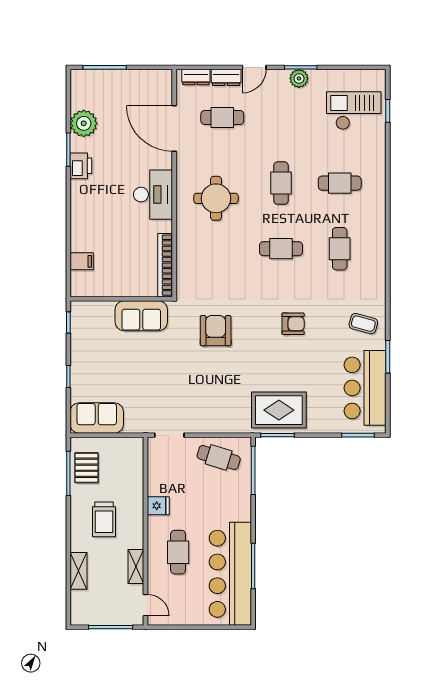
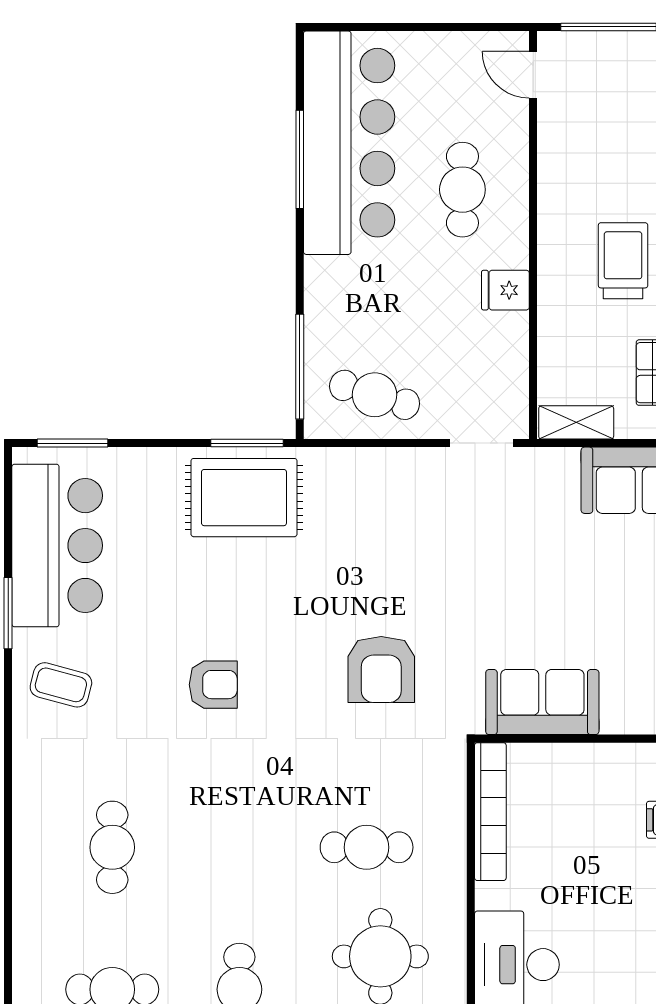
cafe table: (281, 249) -> (367, 847), moved
armchair: (293, 324) -> (213, 685), turned 180
shelving: (136, 566) -> (576, 422), moved, turned 90

